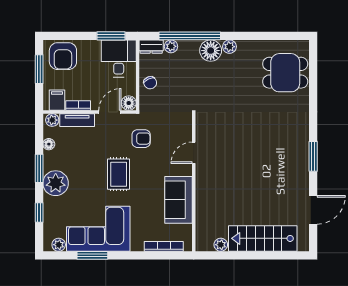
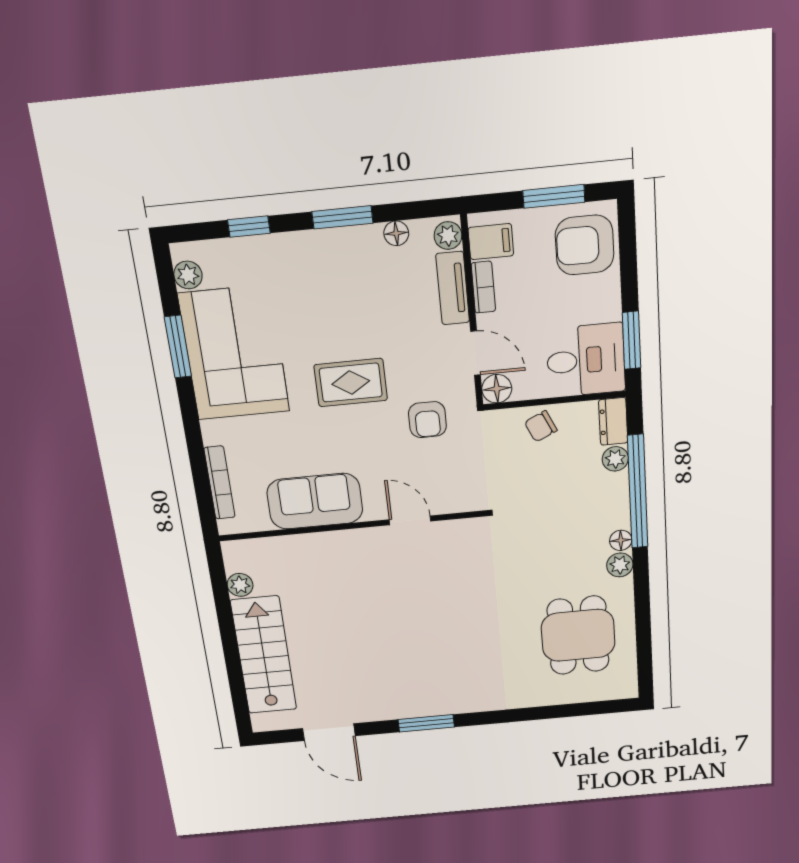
floor lamp: (211, 51) -> (621, 540), width x0.53, depth x0.53
dining table: (285, 73) -> (578, 635), moved
plant: (56, 183) -> (316, 256), removed

